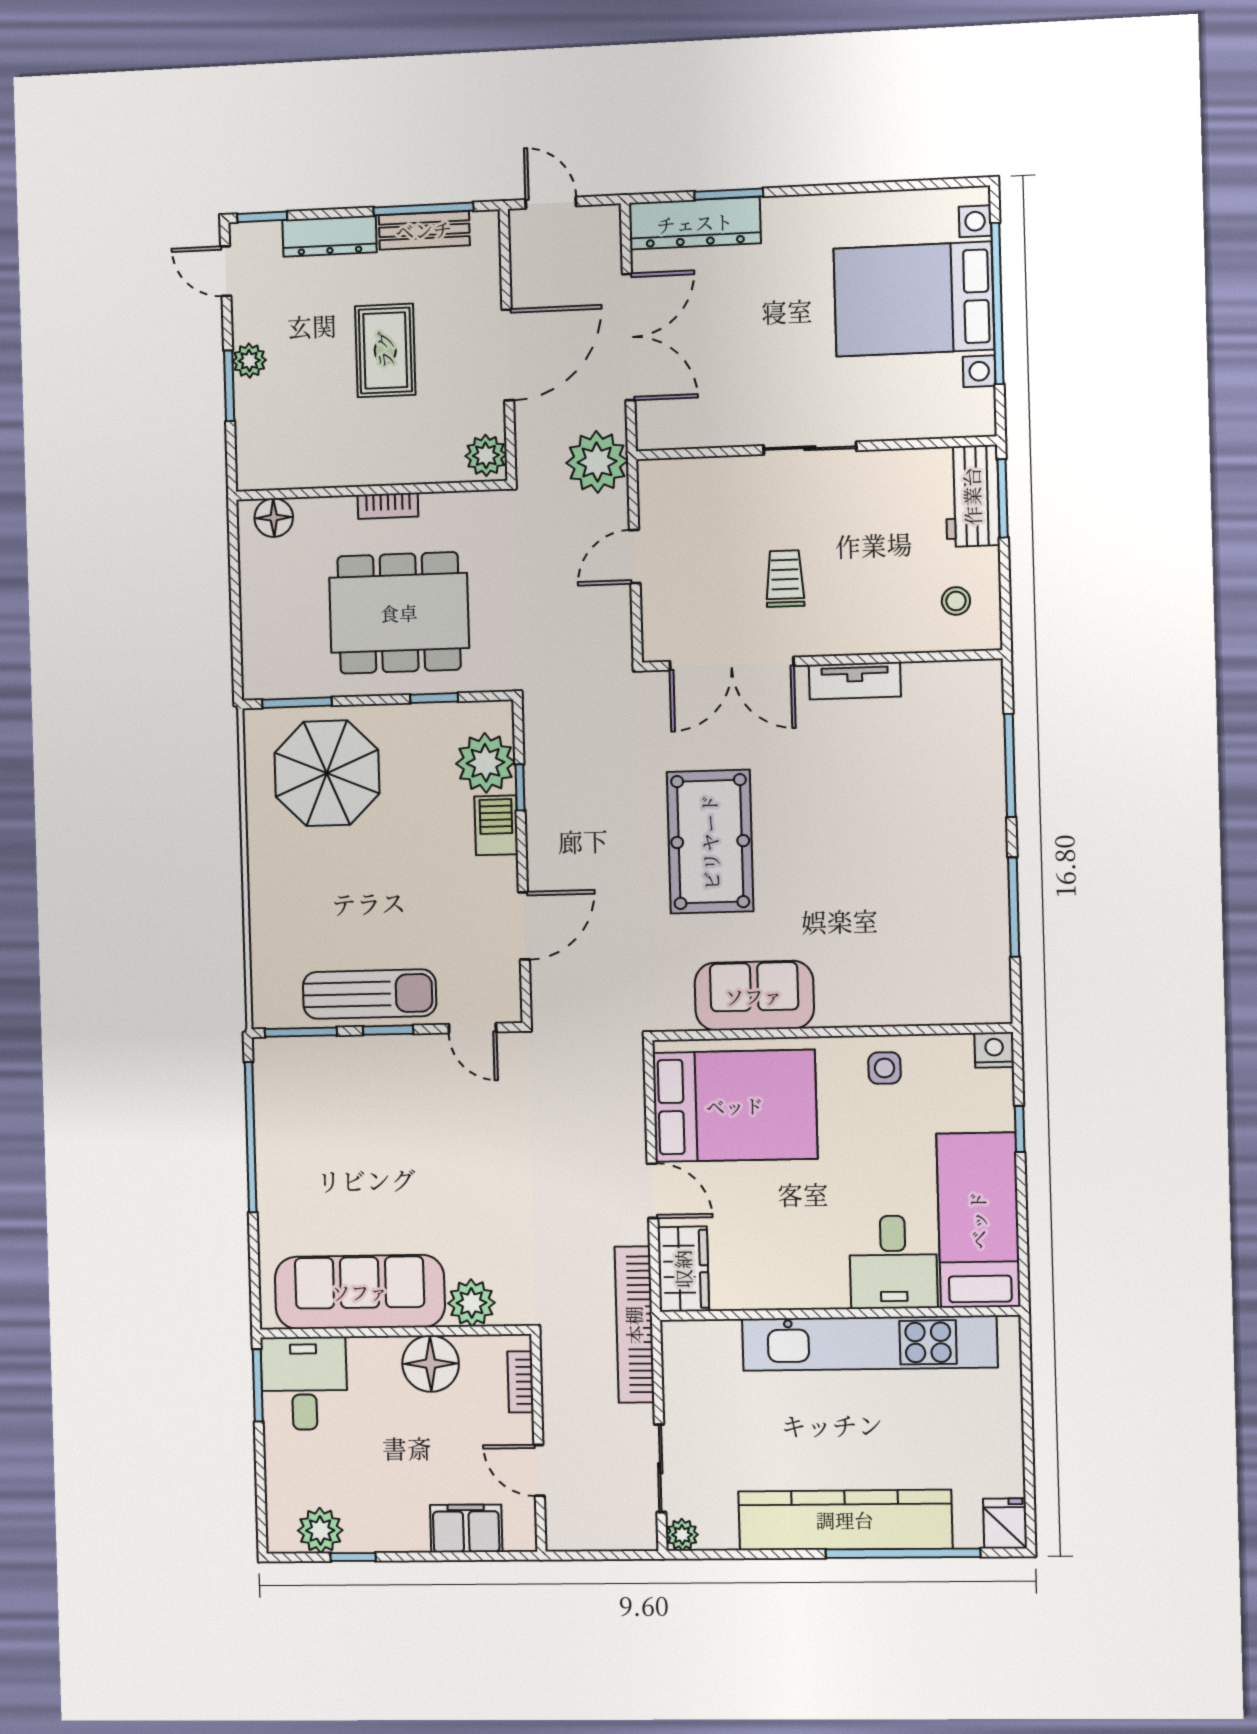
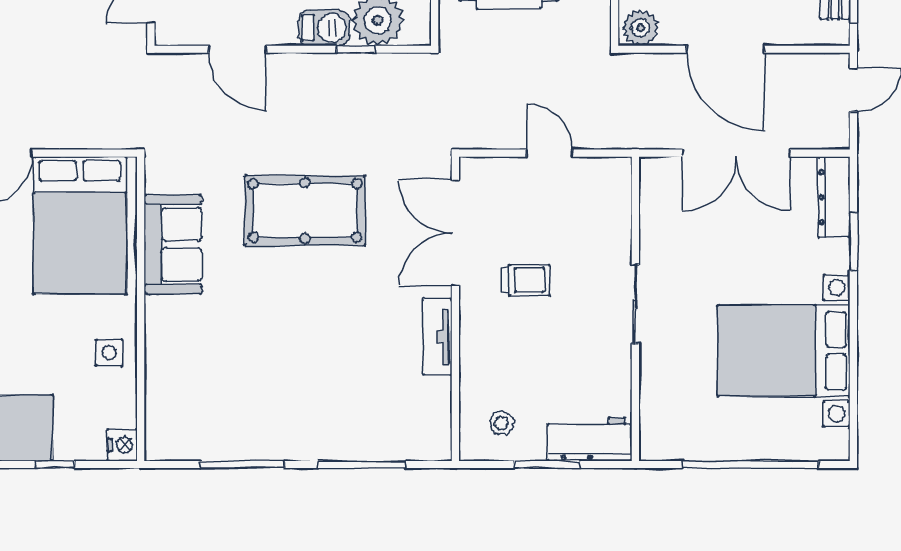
dresser: (695, 223) -> (834, 197), width x0.73, depth x0.80
bed with nightstands: (914, 299) -> (784, 351), moved, turned -90
plant: (597, 462) -> (631, 123), removed
window: (1003, 498) -> (547, 464), moved

